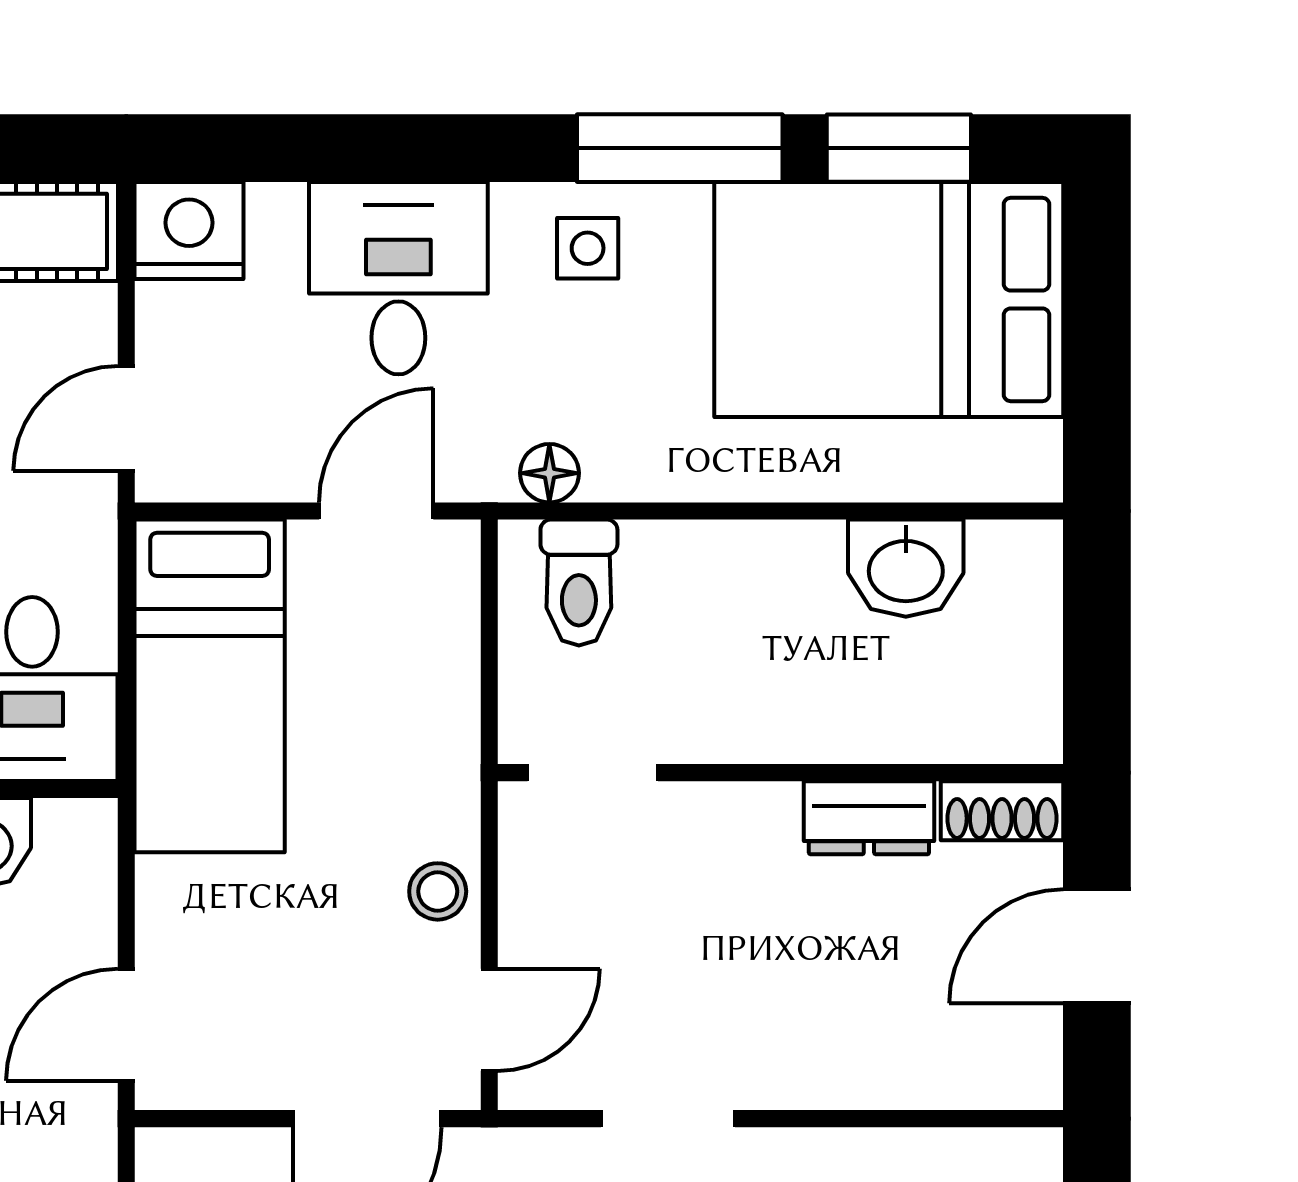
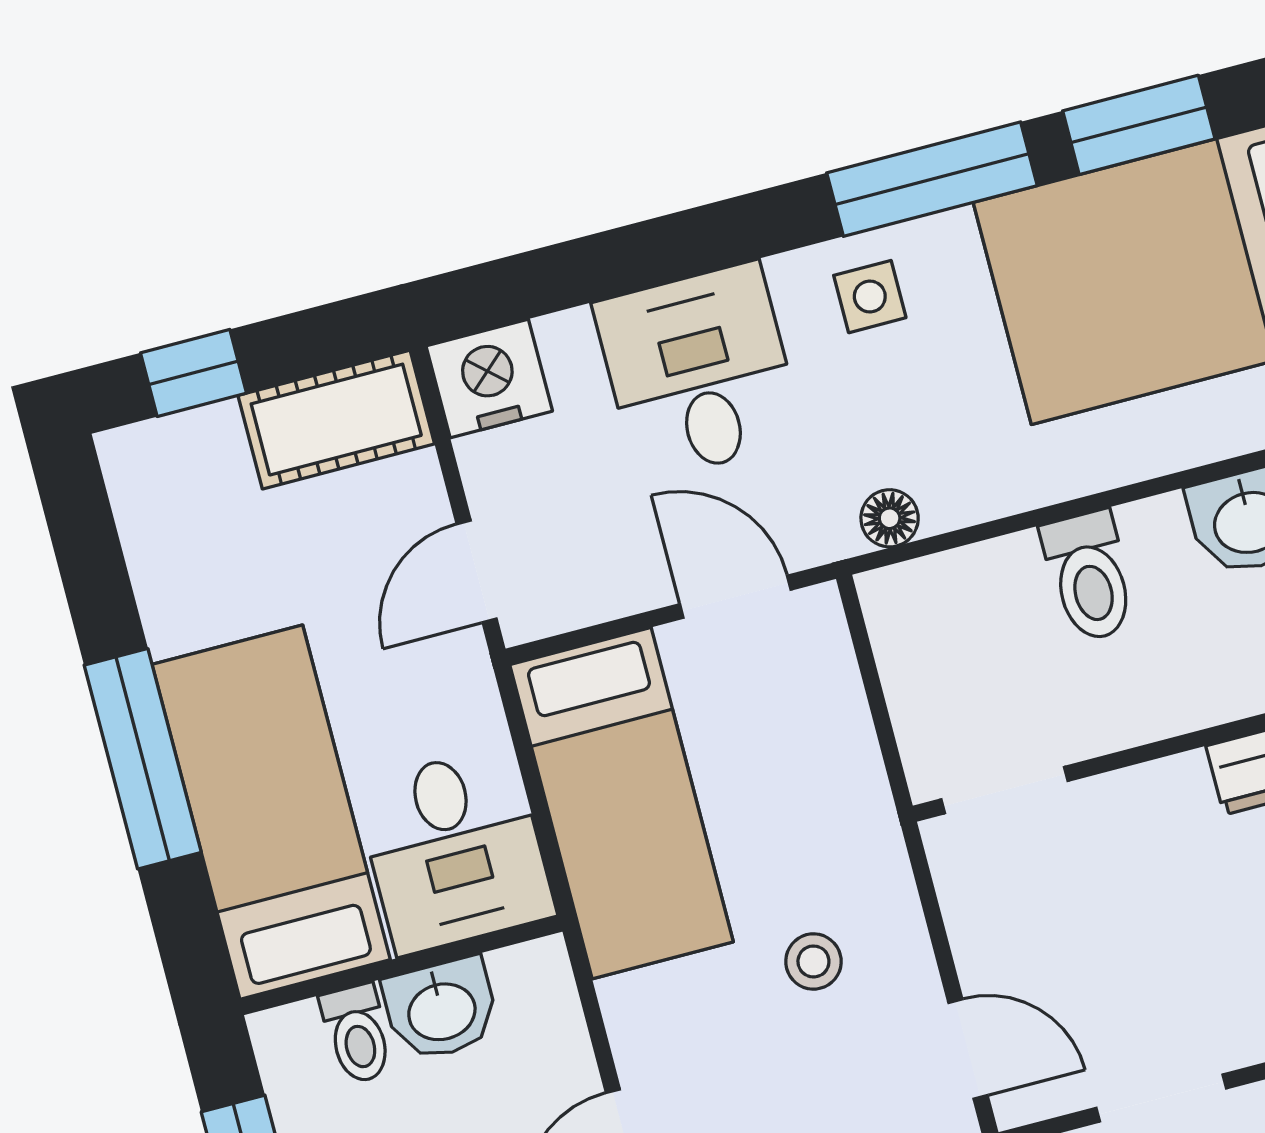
door: (376, 511) -> (735, 597), hinge flipped
toilet: (579, 583) -> (1089, 576), moved
stool: (438, 891) -> (813, 961), moved
door: (489, 1020) -> (968, 1049), hinge flipped

